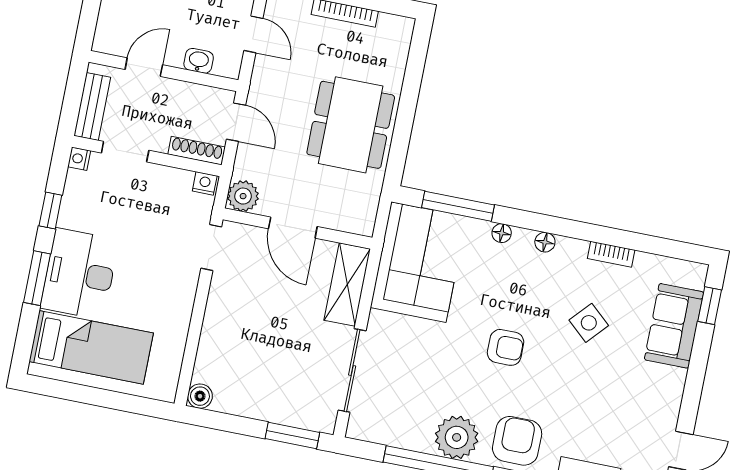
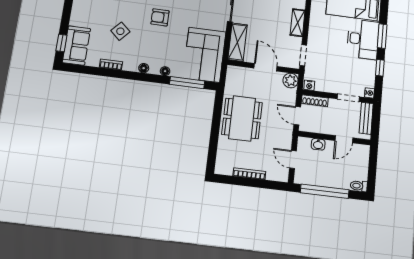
shelving: (216, 318) -> (298, 23), added
sofa: (674, 326) -> (76, 45), moved

